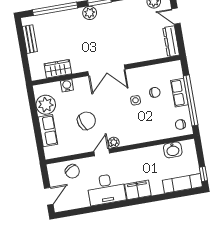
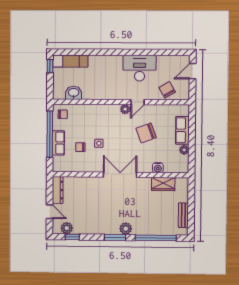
plant: (46, 105) -> (184, 150), width x0.53, depth x0.53
filing cabinet: (138, 190) -> (111, 62), removed

